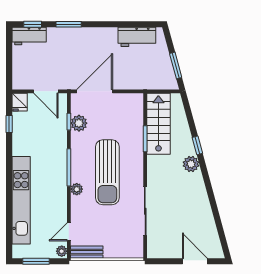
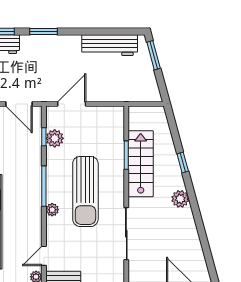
workbench: (137, 37) -> (110, 45), width x1.38
window: (176, 65) -> (154, 55), moved
door: (95, 91) -> (72, 104), width x0.73
stairs: (158, 124) -> (141, 164), moved
plant: (191, 164) -> (180, 199), moved

